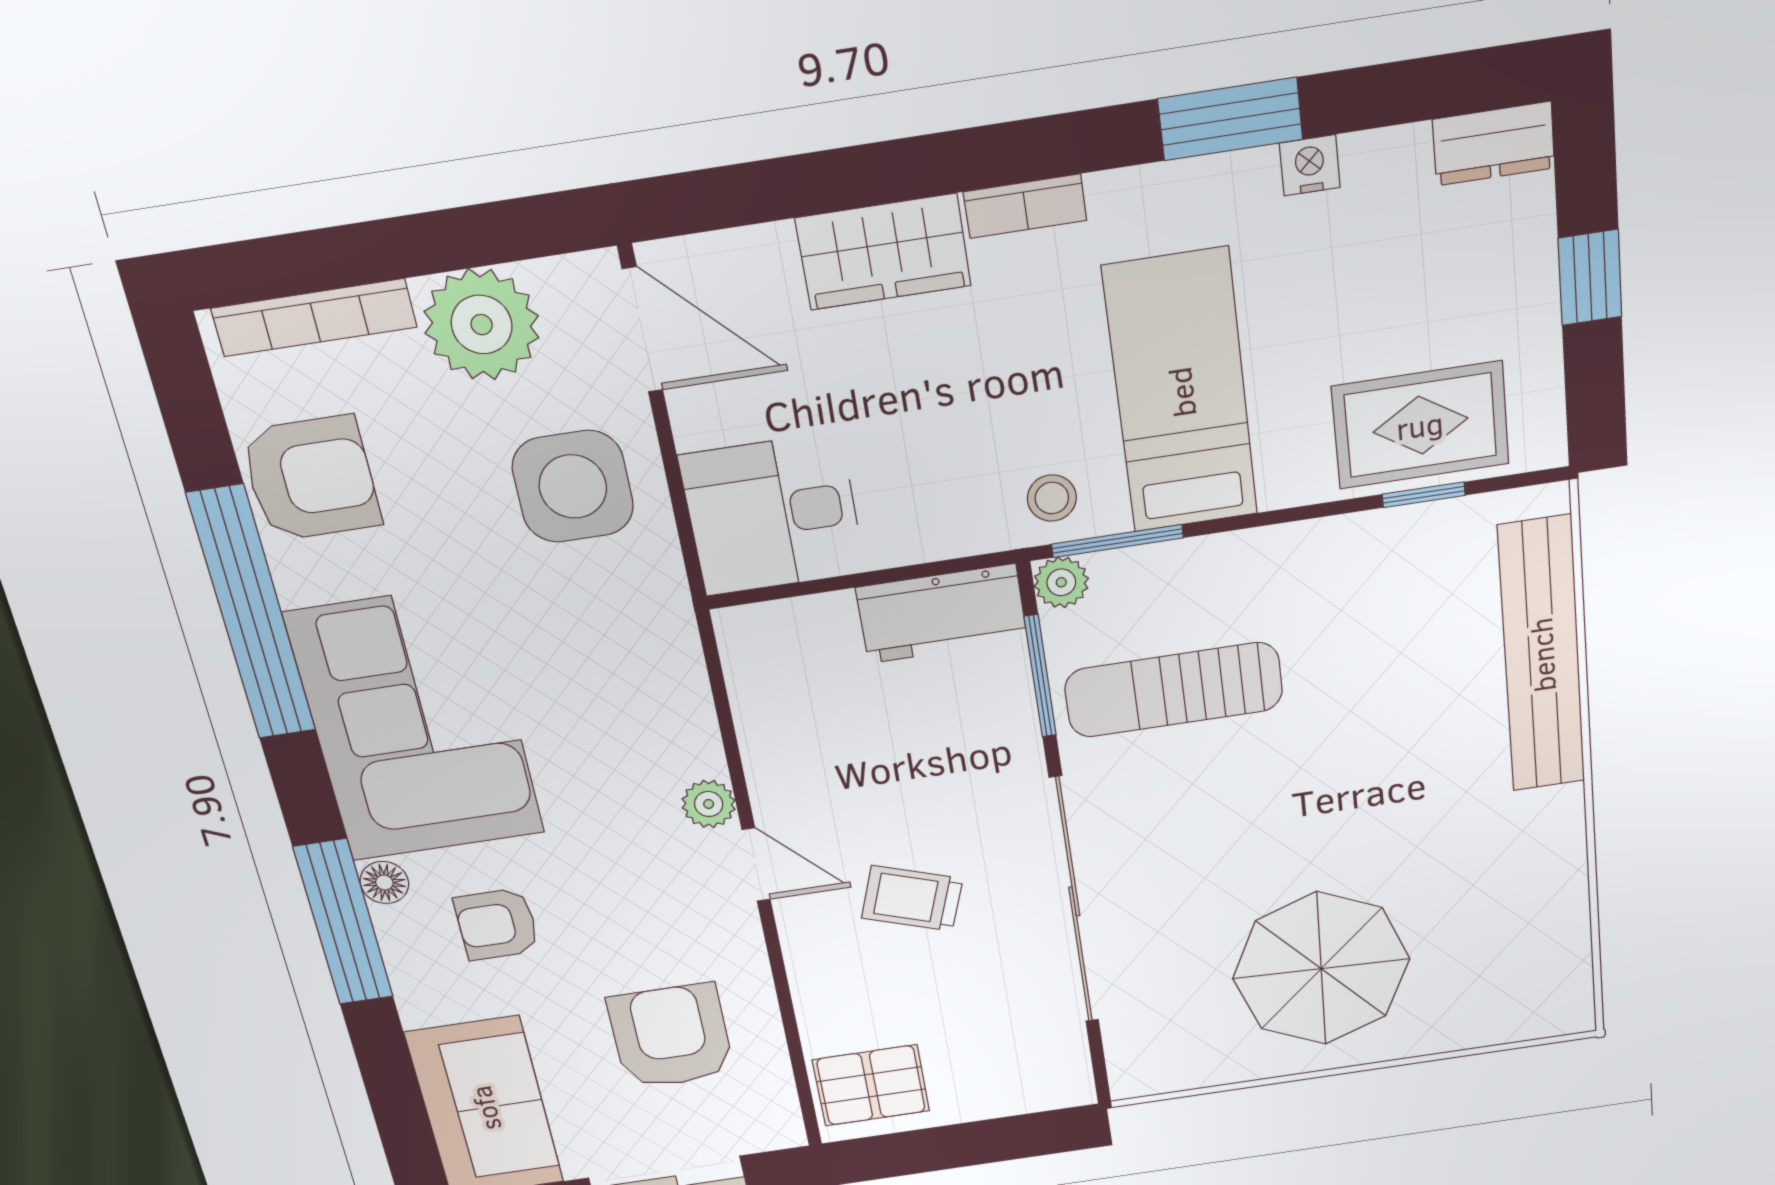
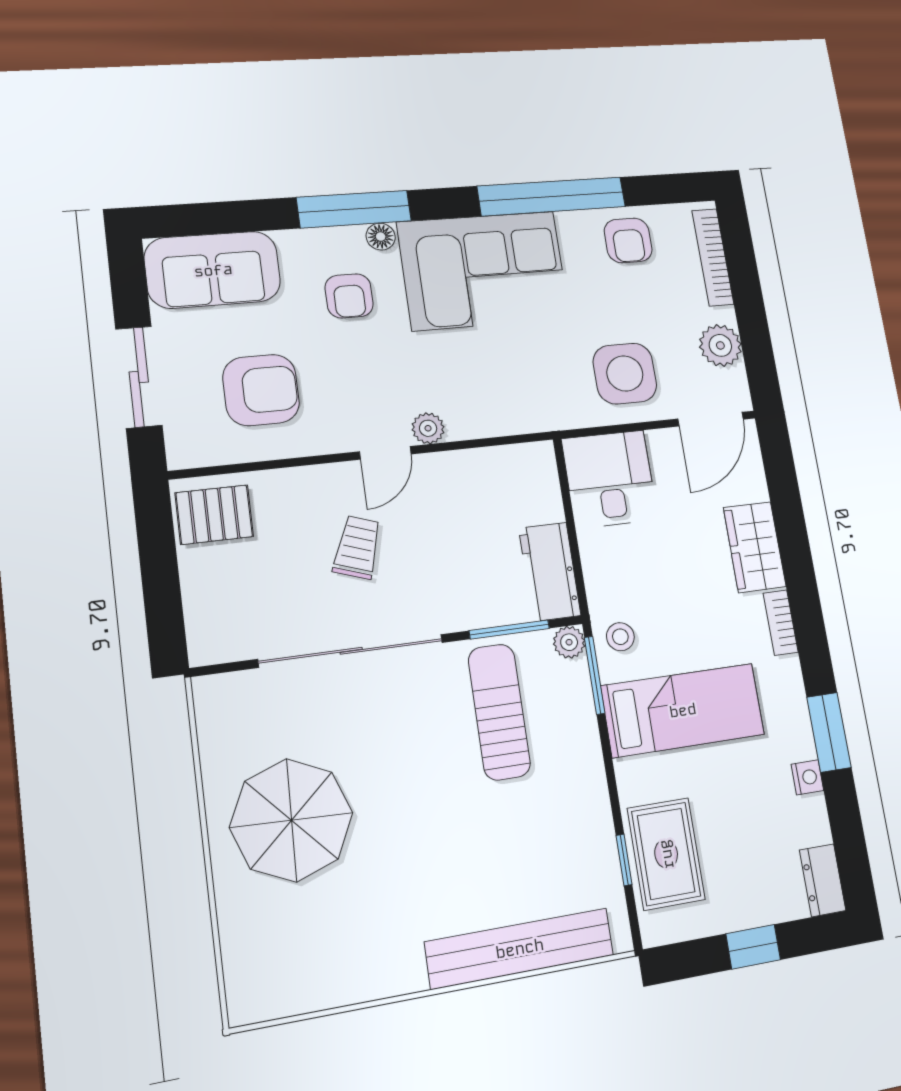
plant: (482, 325) -> (720, 345), width x0.73, depth x0.73
armchair: (311, 478) -> (628, 240), width x0.72, depth x0.72
armchair: (497, 924) -> (349, 296), turned 180
pallet: (871, 1085) -> (214, 515), turned 90

